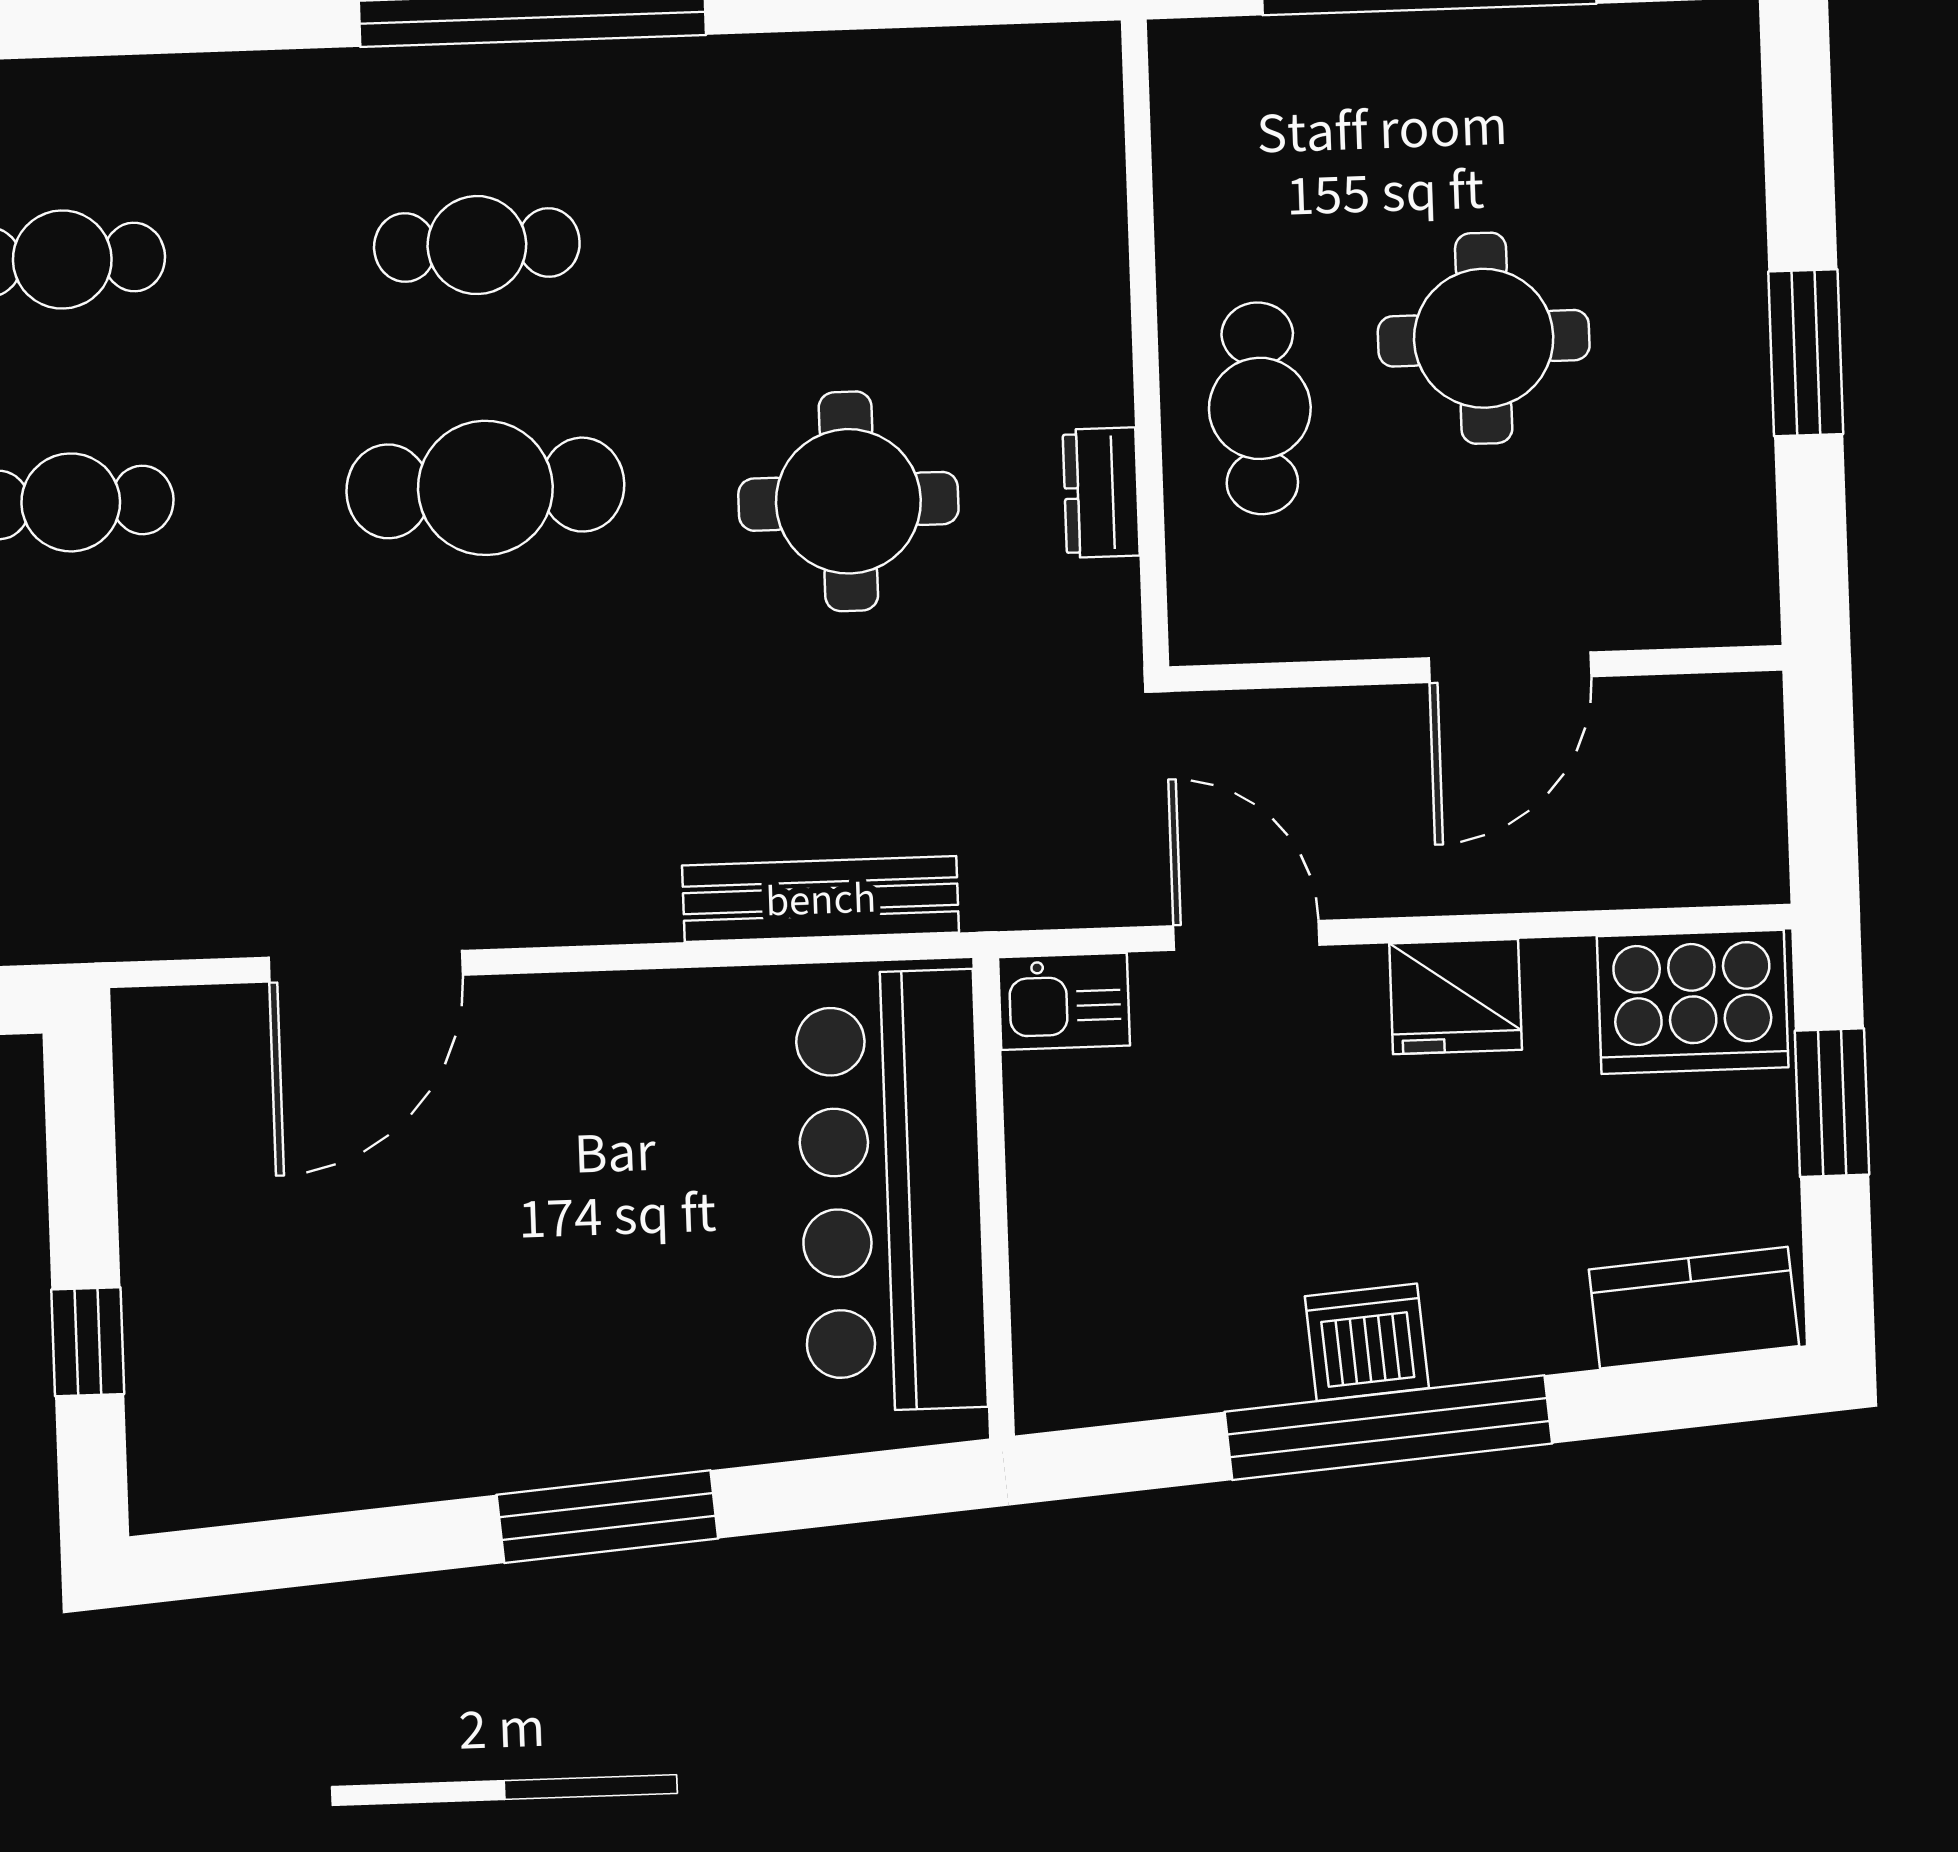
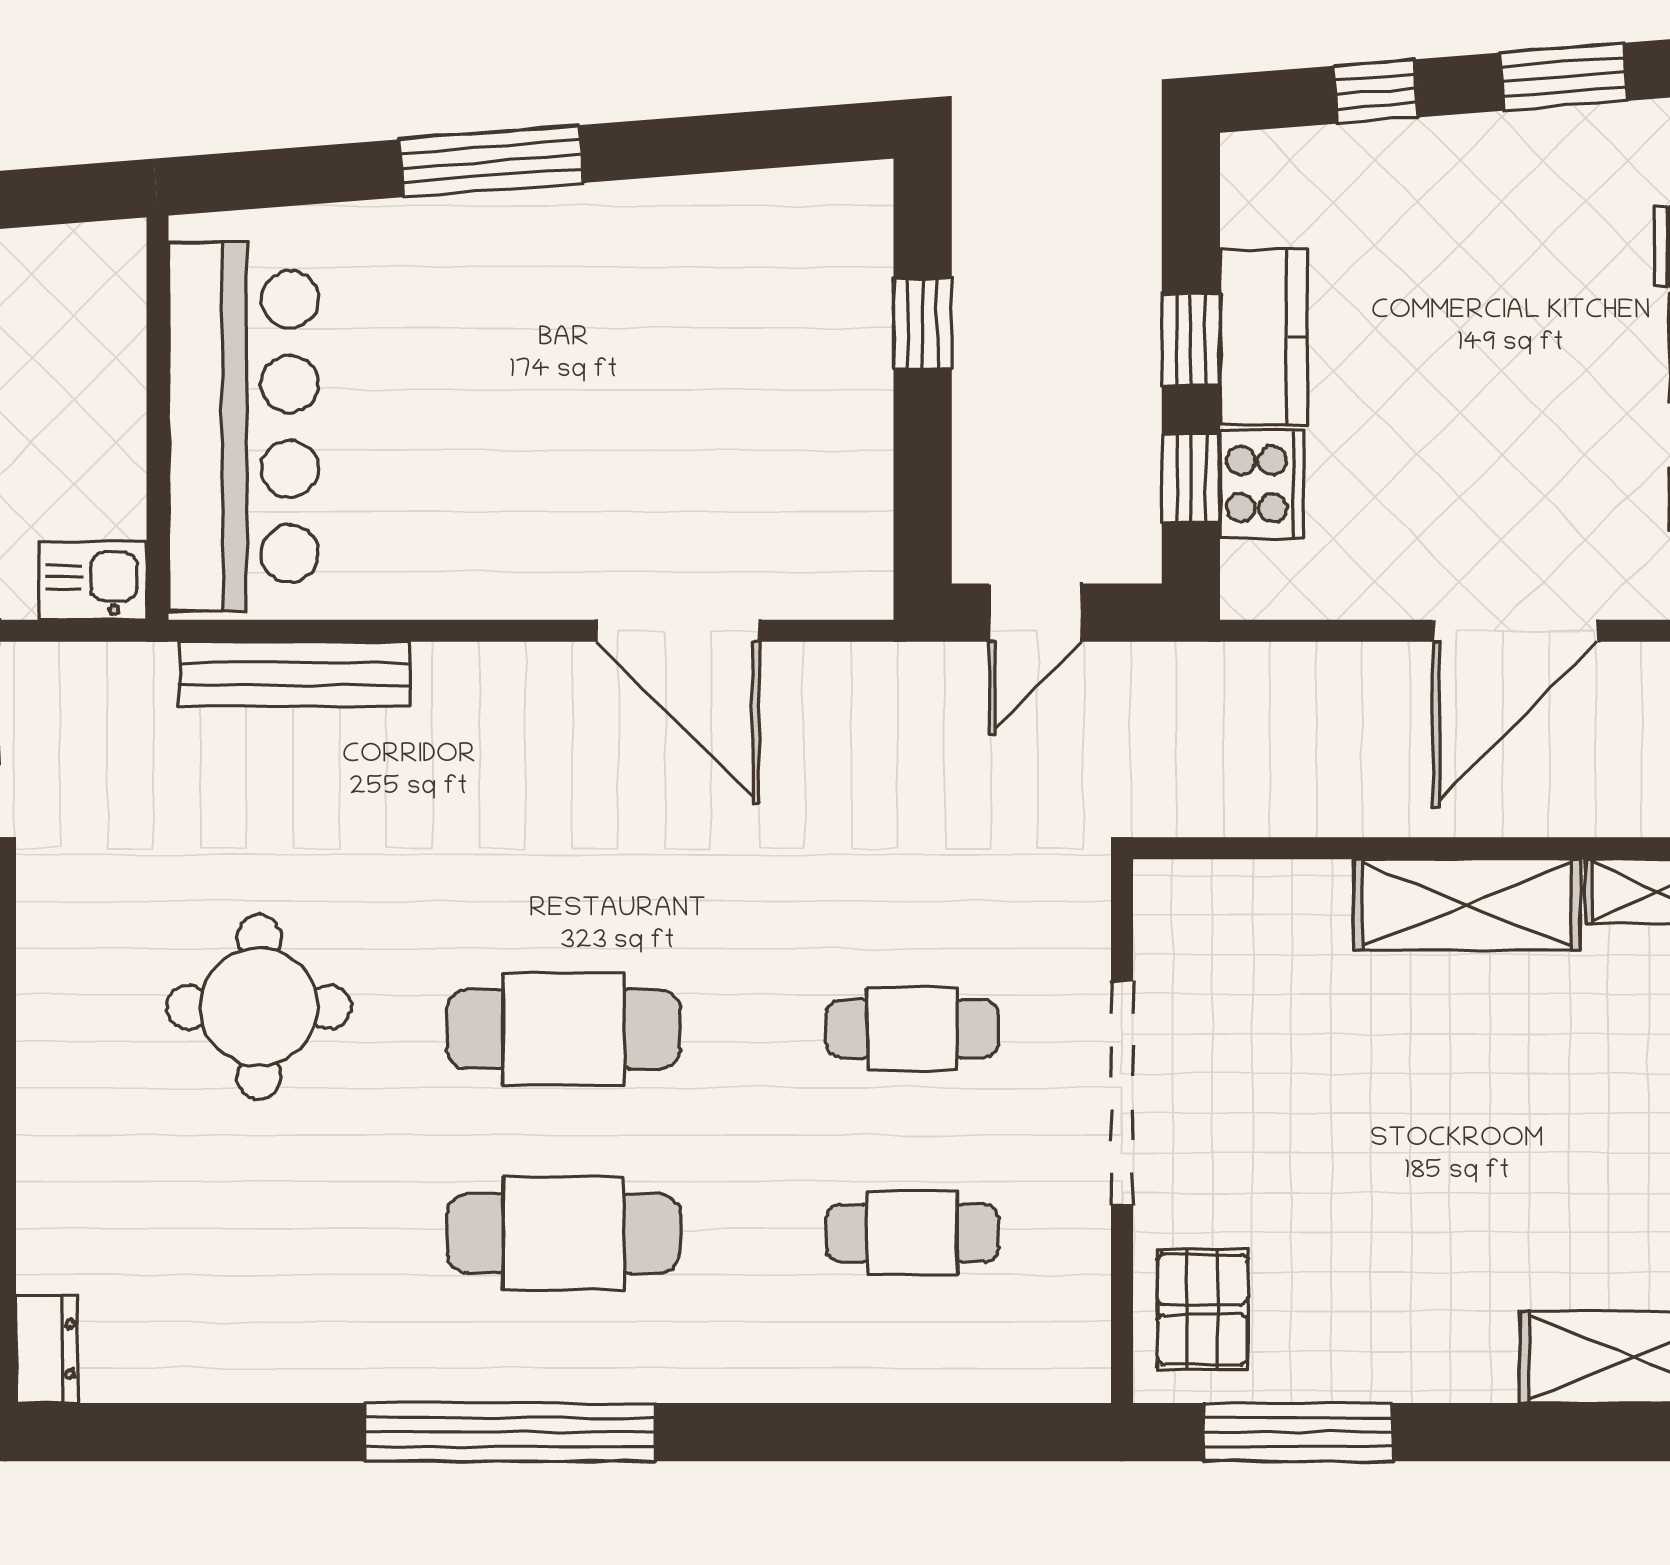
cafe table: (477, 245) -> (564, 1233), width x1.37, depth x1.35
dresser: (1101, 493) -> (46, 1349), moved
door: (366, 966) -> (678, 631), swing flipped

